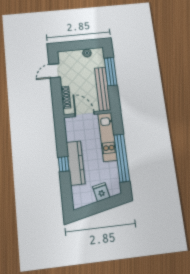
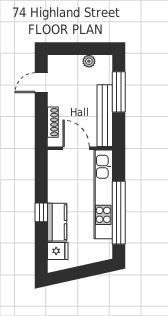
kitchen unit: (107, 137) -> (103, 194), width x1.36
kitchen counter: (76, 163) -> (57, 222), width x0.67
fridge: (101, 192) -> (58, 251), moved, turned 102

